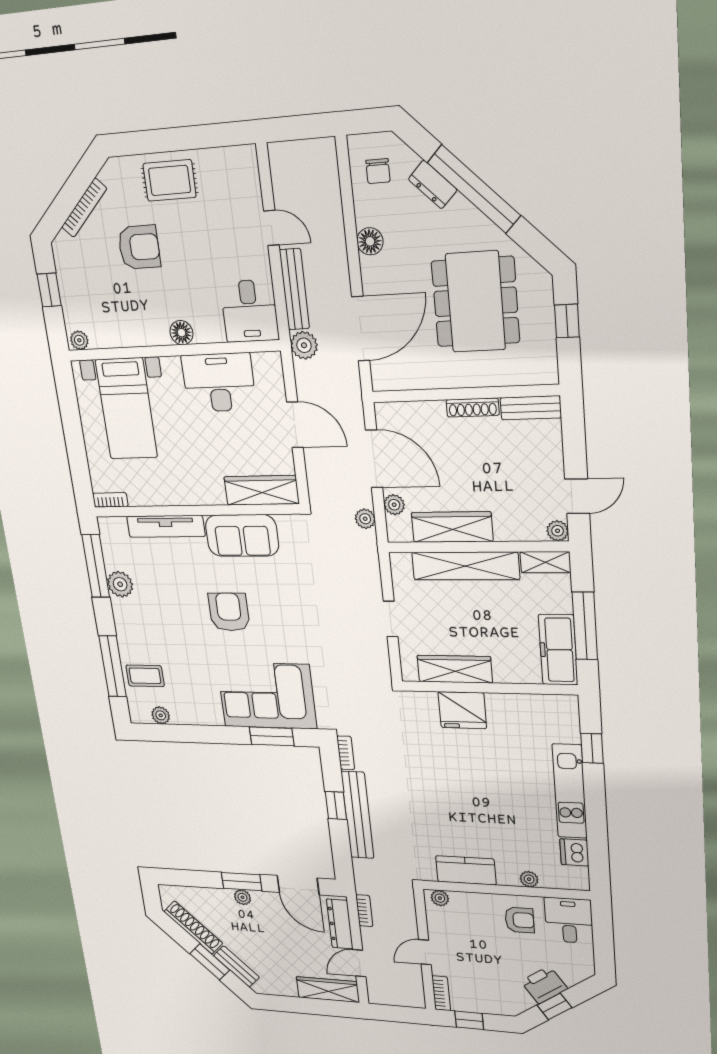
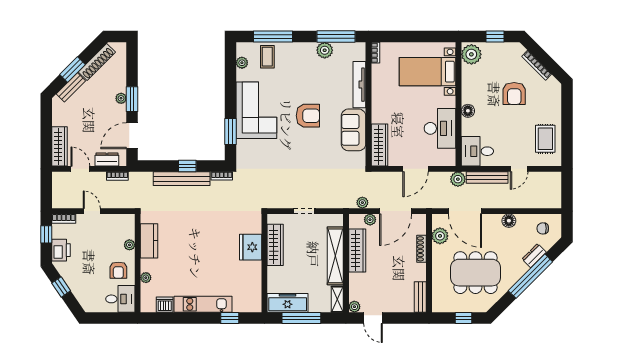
rug: (170, 180) -> (545, 139), moved
plant: (79, 340) -> (471, 54), width x1.88, depth x1.88
plant: (411, 375) -> (440, 236), added
shoe rack: (473, 407) -> (422, 249), moved
corner sofa: (267, 696) -> (256, 110), moved
plant: (440, 898) -> (129, 245), moved
dresser: (340, 924) -> (107, 159), width x0.70
printer: (544, 985) -> (61, 250), moved, turned 34

